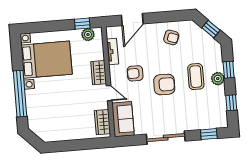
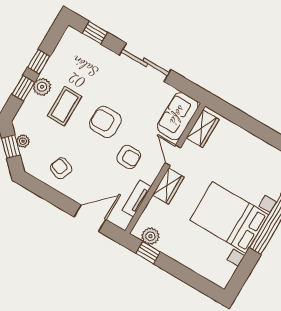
plant: (206, 37) -> (23, 141), added
bed with nightstands: (47, 60) -> (229, 217), moved
window: (231, 103) -> (39, 62), moved

